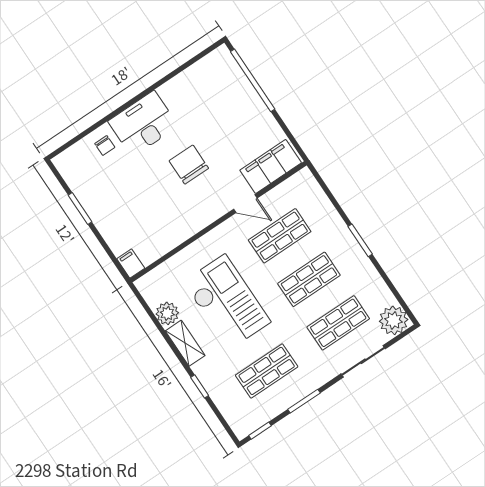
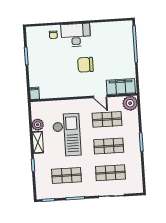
chair: (189, 165) -> (85, 65), turned -90
plant: (394, 320) -> (130, 103), moved

